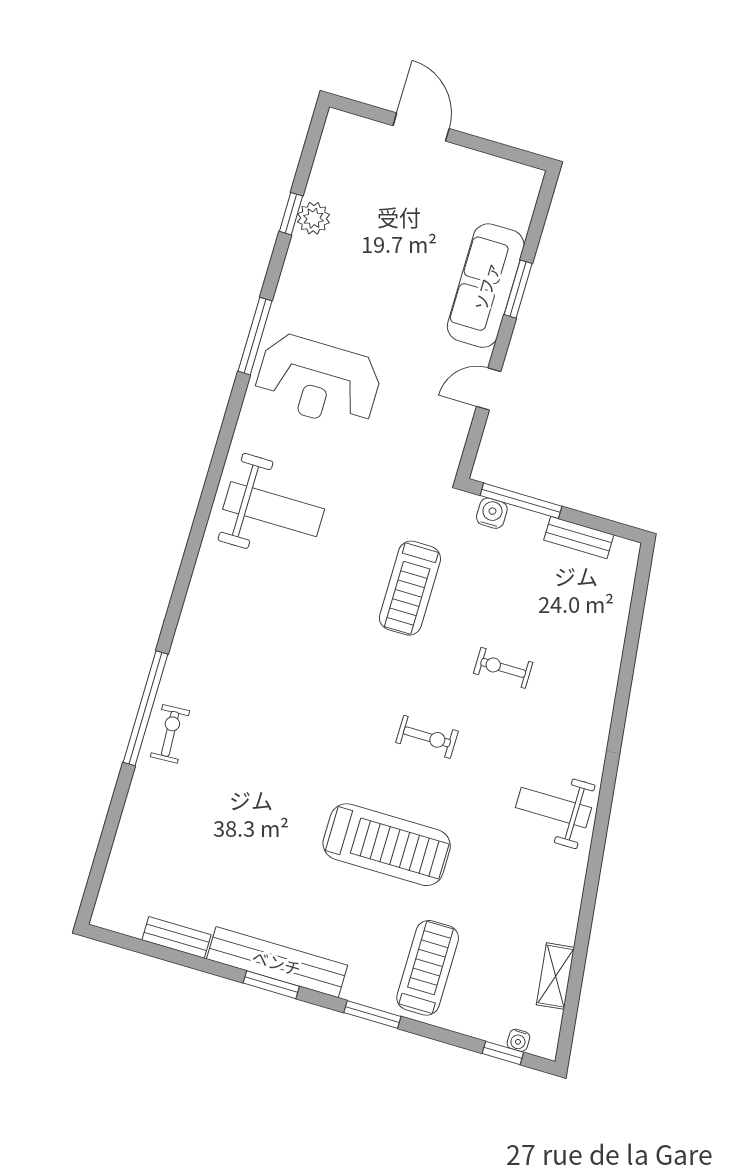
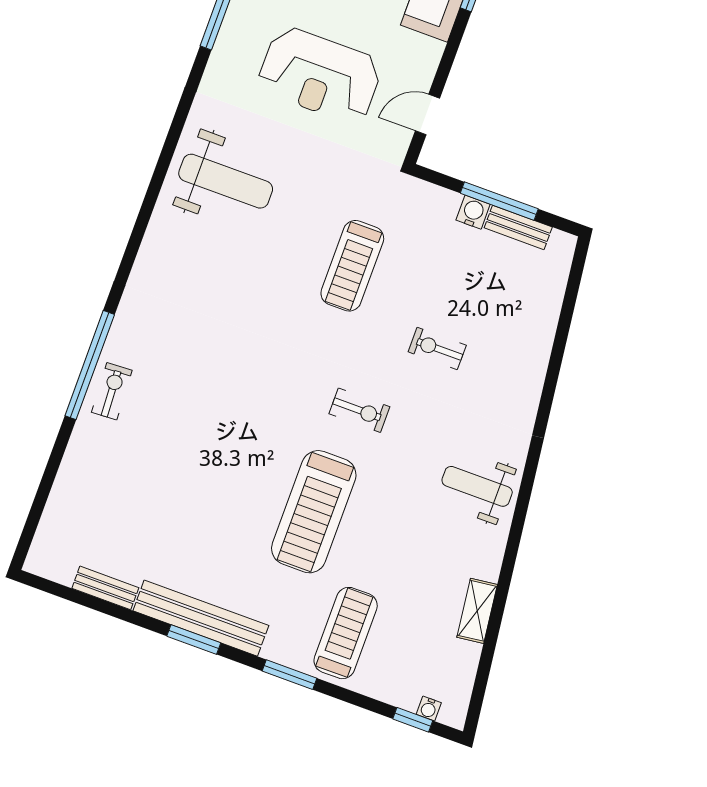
reception desk: (318, 381) -> (320, 75), moved
door: (489, 389) -> (427, 114), moved
window: (521, 501) -> (499, 201), moved
water cooler: (492, 513) -> (473, 212), moved
treadmill: (387, 845) -> (314, 512), turned 90
shelving: (555, 976) -> (477, 611), moved

